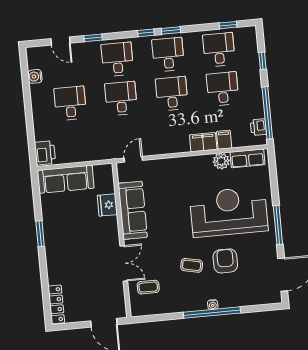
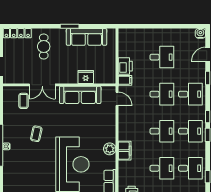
water cooler: (35, 76) -> (200, 33), moved
filing cabinet: (224, 140) -> (125, 80), moved
printer: (45, 153) -> (125, 66), moved, turned -90
plant: (221, 161) -> (110, 149), moved
sofa: (66, 179) -> (87, 37), moved, turned -90
armchair: (225, 261) -> (37, 158), removed
cafe table: (71, 266) -> (44, 47), added

